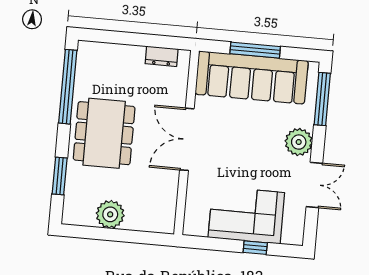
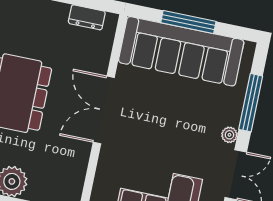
window: (322, 99) -> (251, 103), moved
plant: (299, 142) -> (229, 135), width x0.53, depth x0.53

